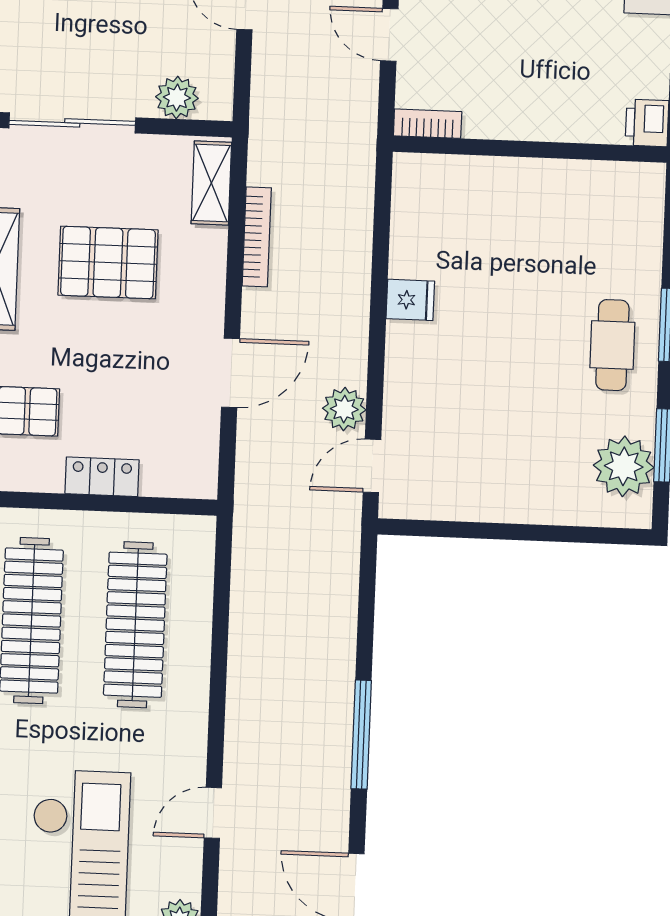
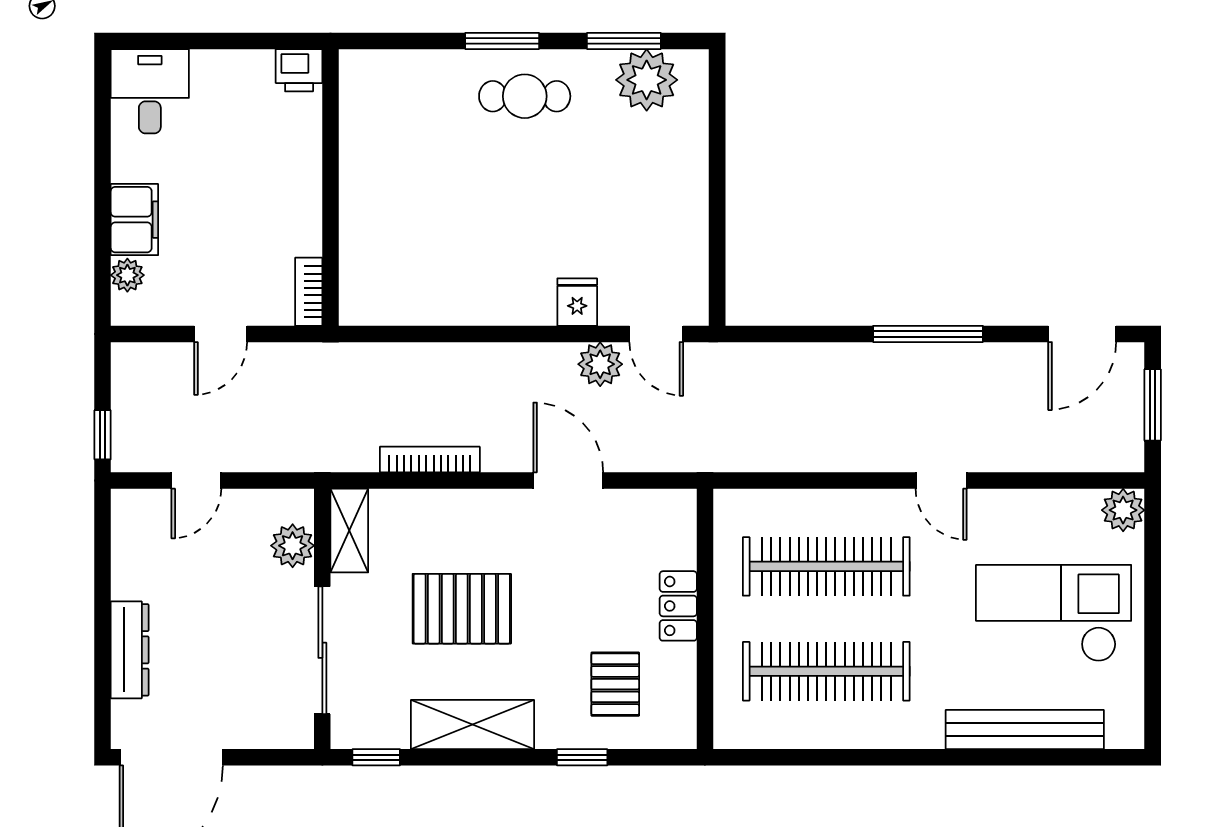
shelving: (211, 183) -> (349, 531), moved, turned 90
pallet: (108, 262) -> (462, 609), turned 90
fridge: (410, 300) -> (577, 302), moved
door: (213, 813) -> (941, 480), moved

